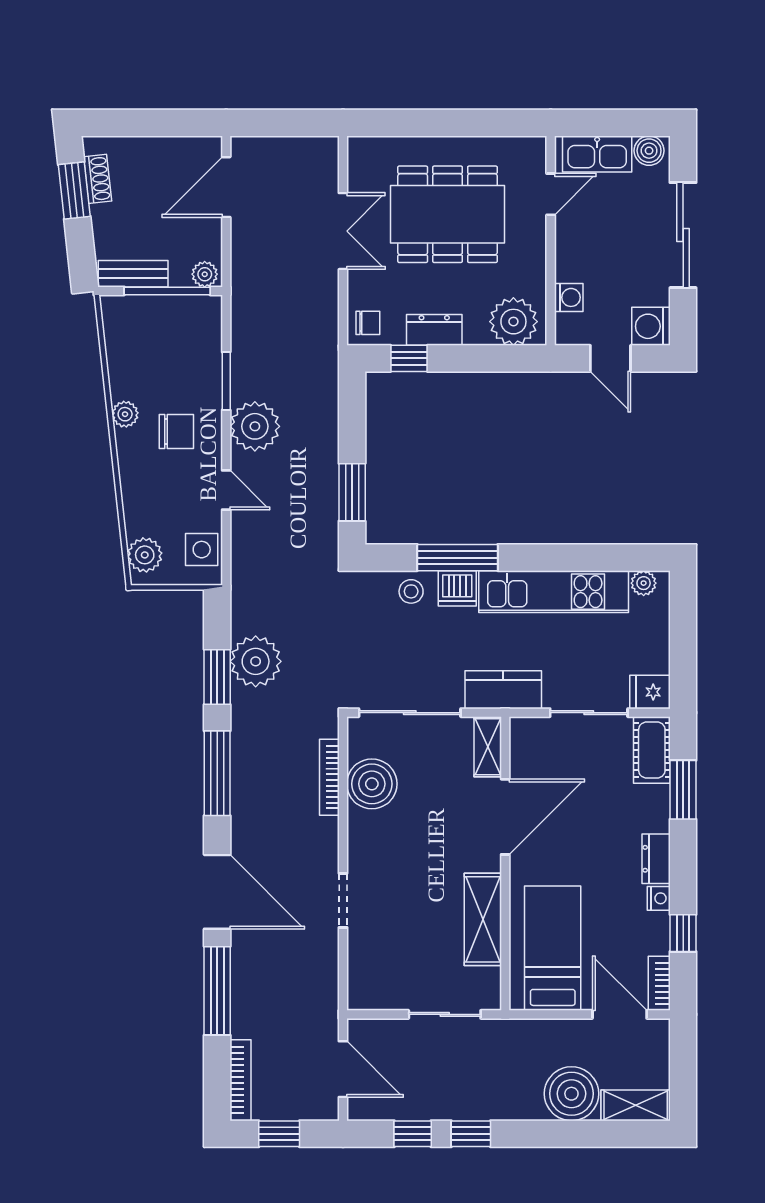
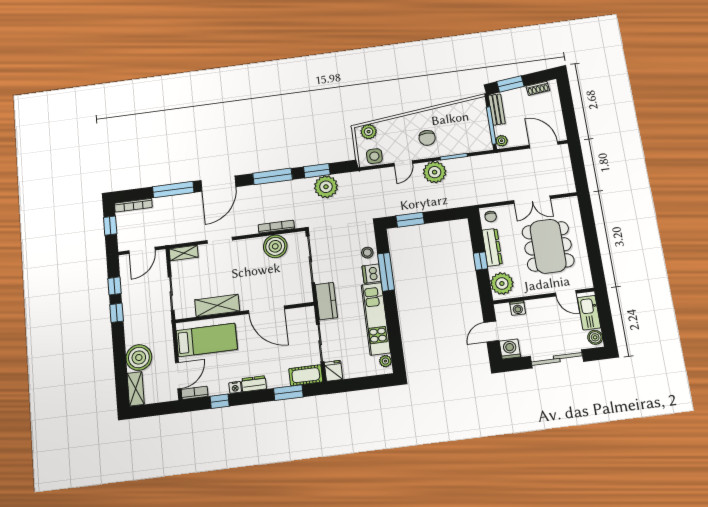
window: (74, 190) -> (510, 84), moved
dresser: (434, 330) -> (492, 247), width x1.44
window: (409, 358) -> (480, 261), moved
plant: (125, 414) -> (432, 115), removed
shelving: (488, 747) -> (184, 253), moved

